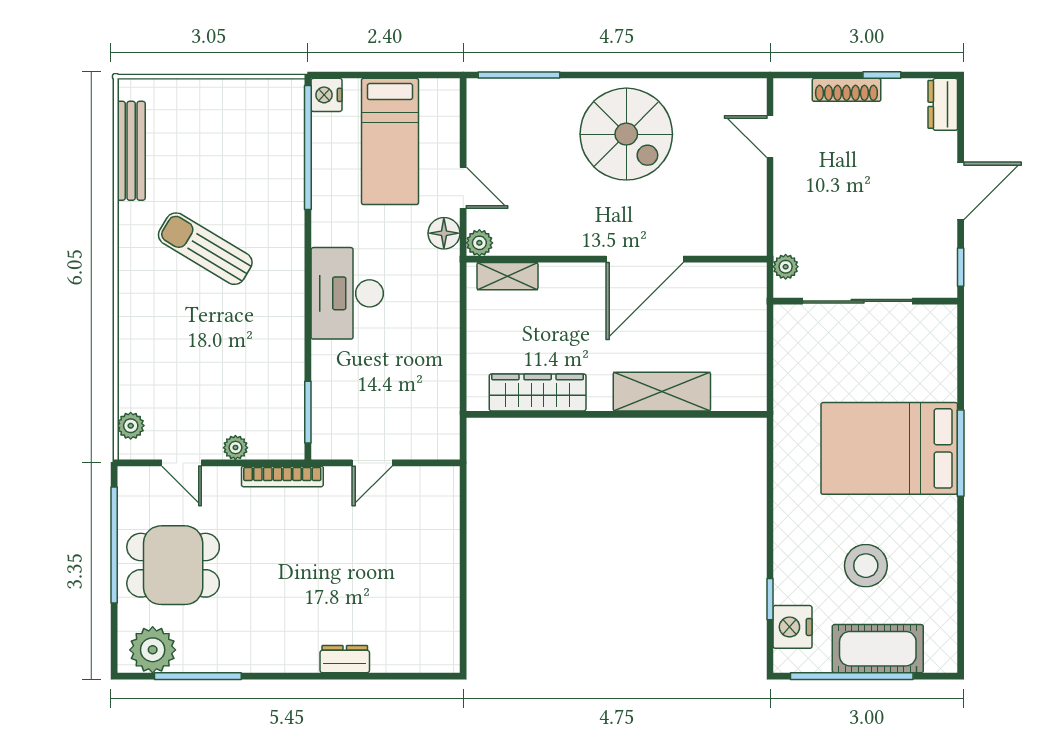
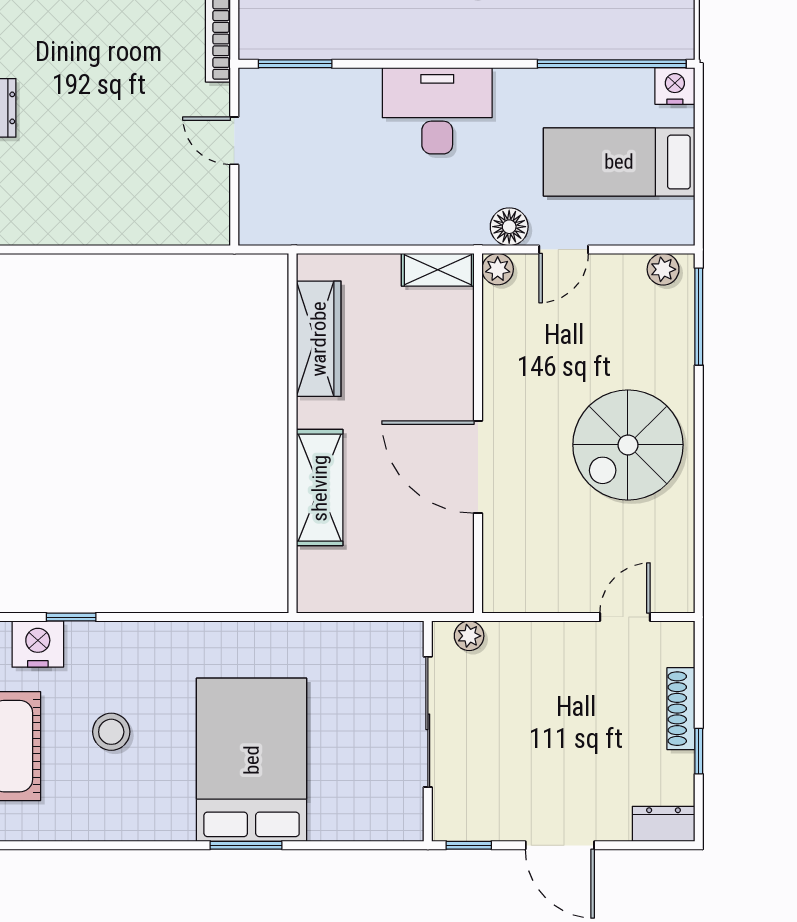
plant: (480, 105) -> (663, 269), added
shelving: (507, 276) -> (438, 270), moved, turned 90
window: (961, 453) -> (246, 845), width x0.69
stool: (866, 566) -> (111, 732), width x0.73, depth x0.73

